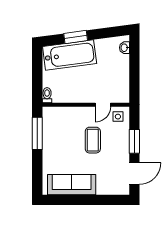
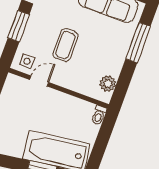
plant: (49, 122) -> (108, 84), added
window: (37, 133) -> (138, 43), moved

